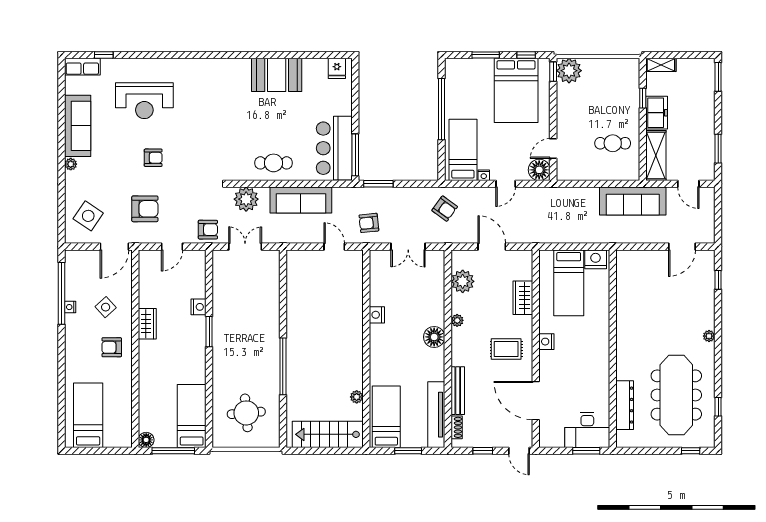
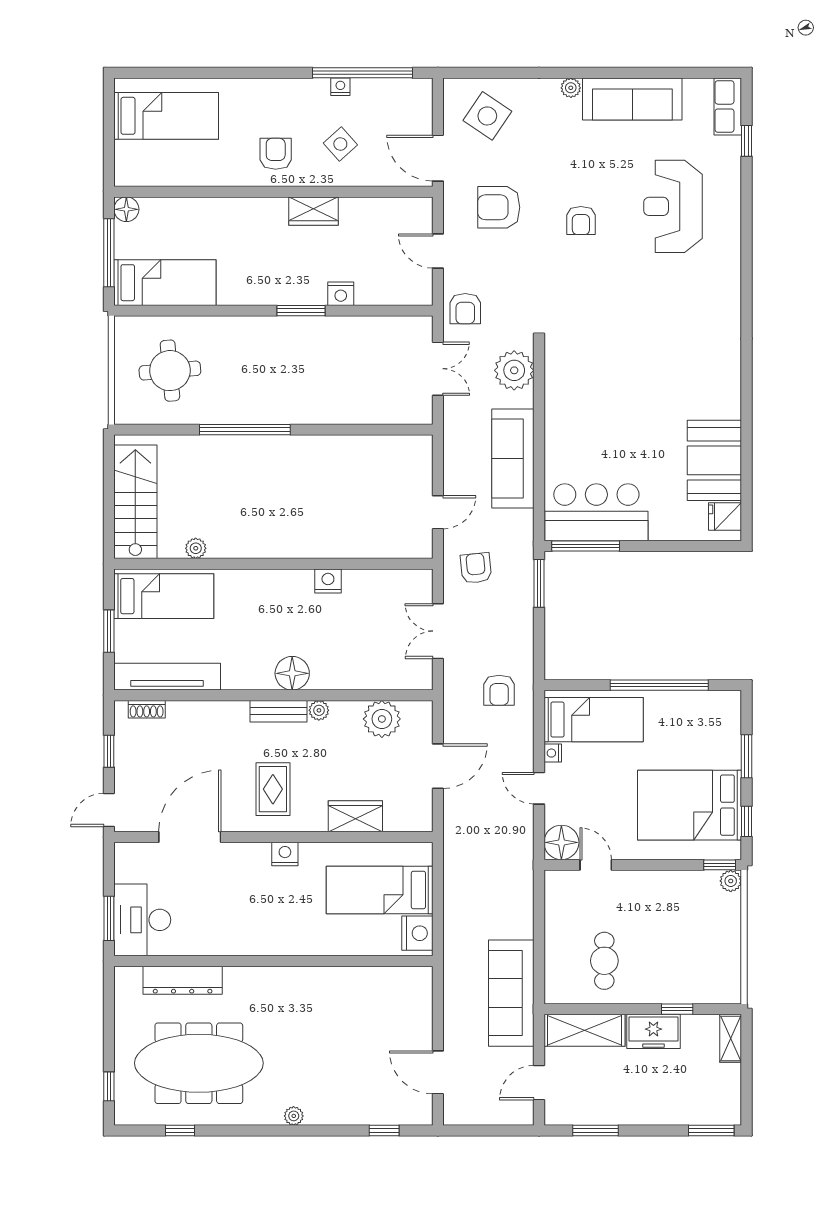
plant: (569, 71) -> (731, 881), width x0.53, depth x0.53
booth: (277, 75) -> (714, 460), moved
cafe table: (274, 163) -> (573, 414), removed
armchair: (145, 209) -> (499, 207), turned 90
armchair: (445, 209) -> (499, 690), turned -36
bench: (458, 391) -> (279, 711), moved, width x0.73

